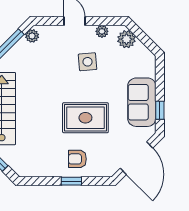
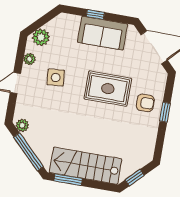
window: (160, 110) -> (95, 14), moved
rug: (85, 118) -> (108, 89), turned 90
armchair: (77, 159) -> (145, 103), turned -90

